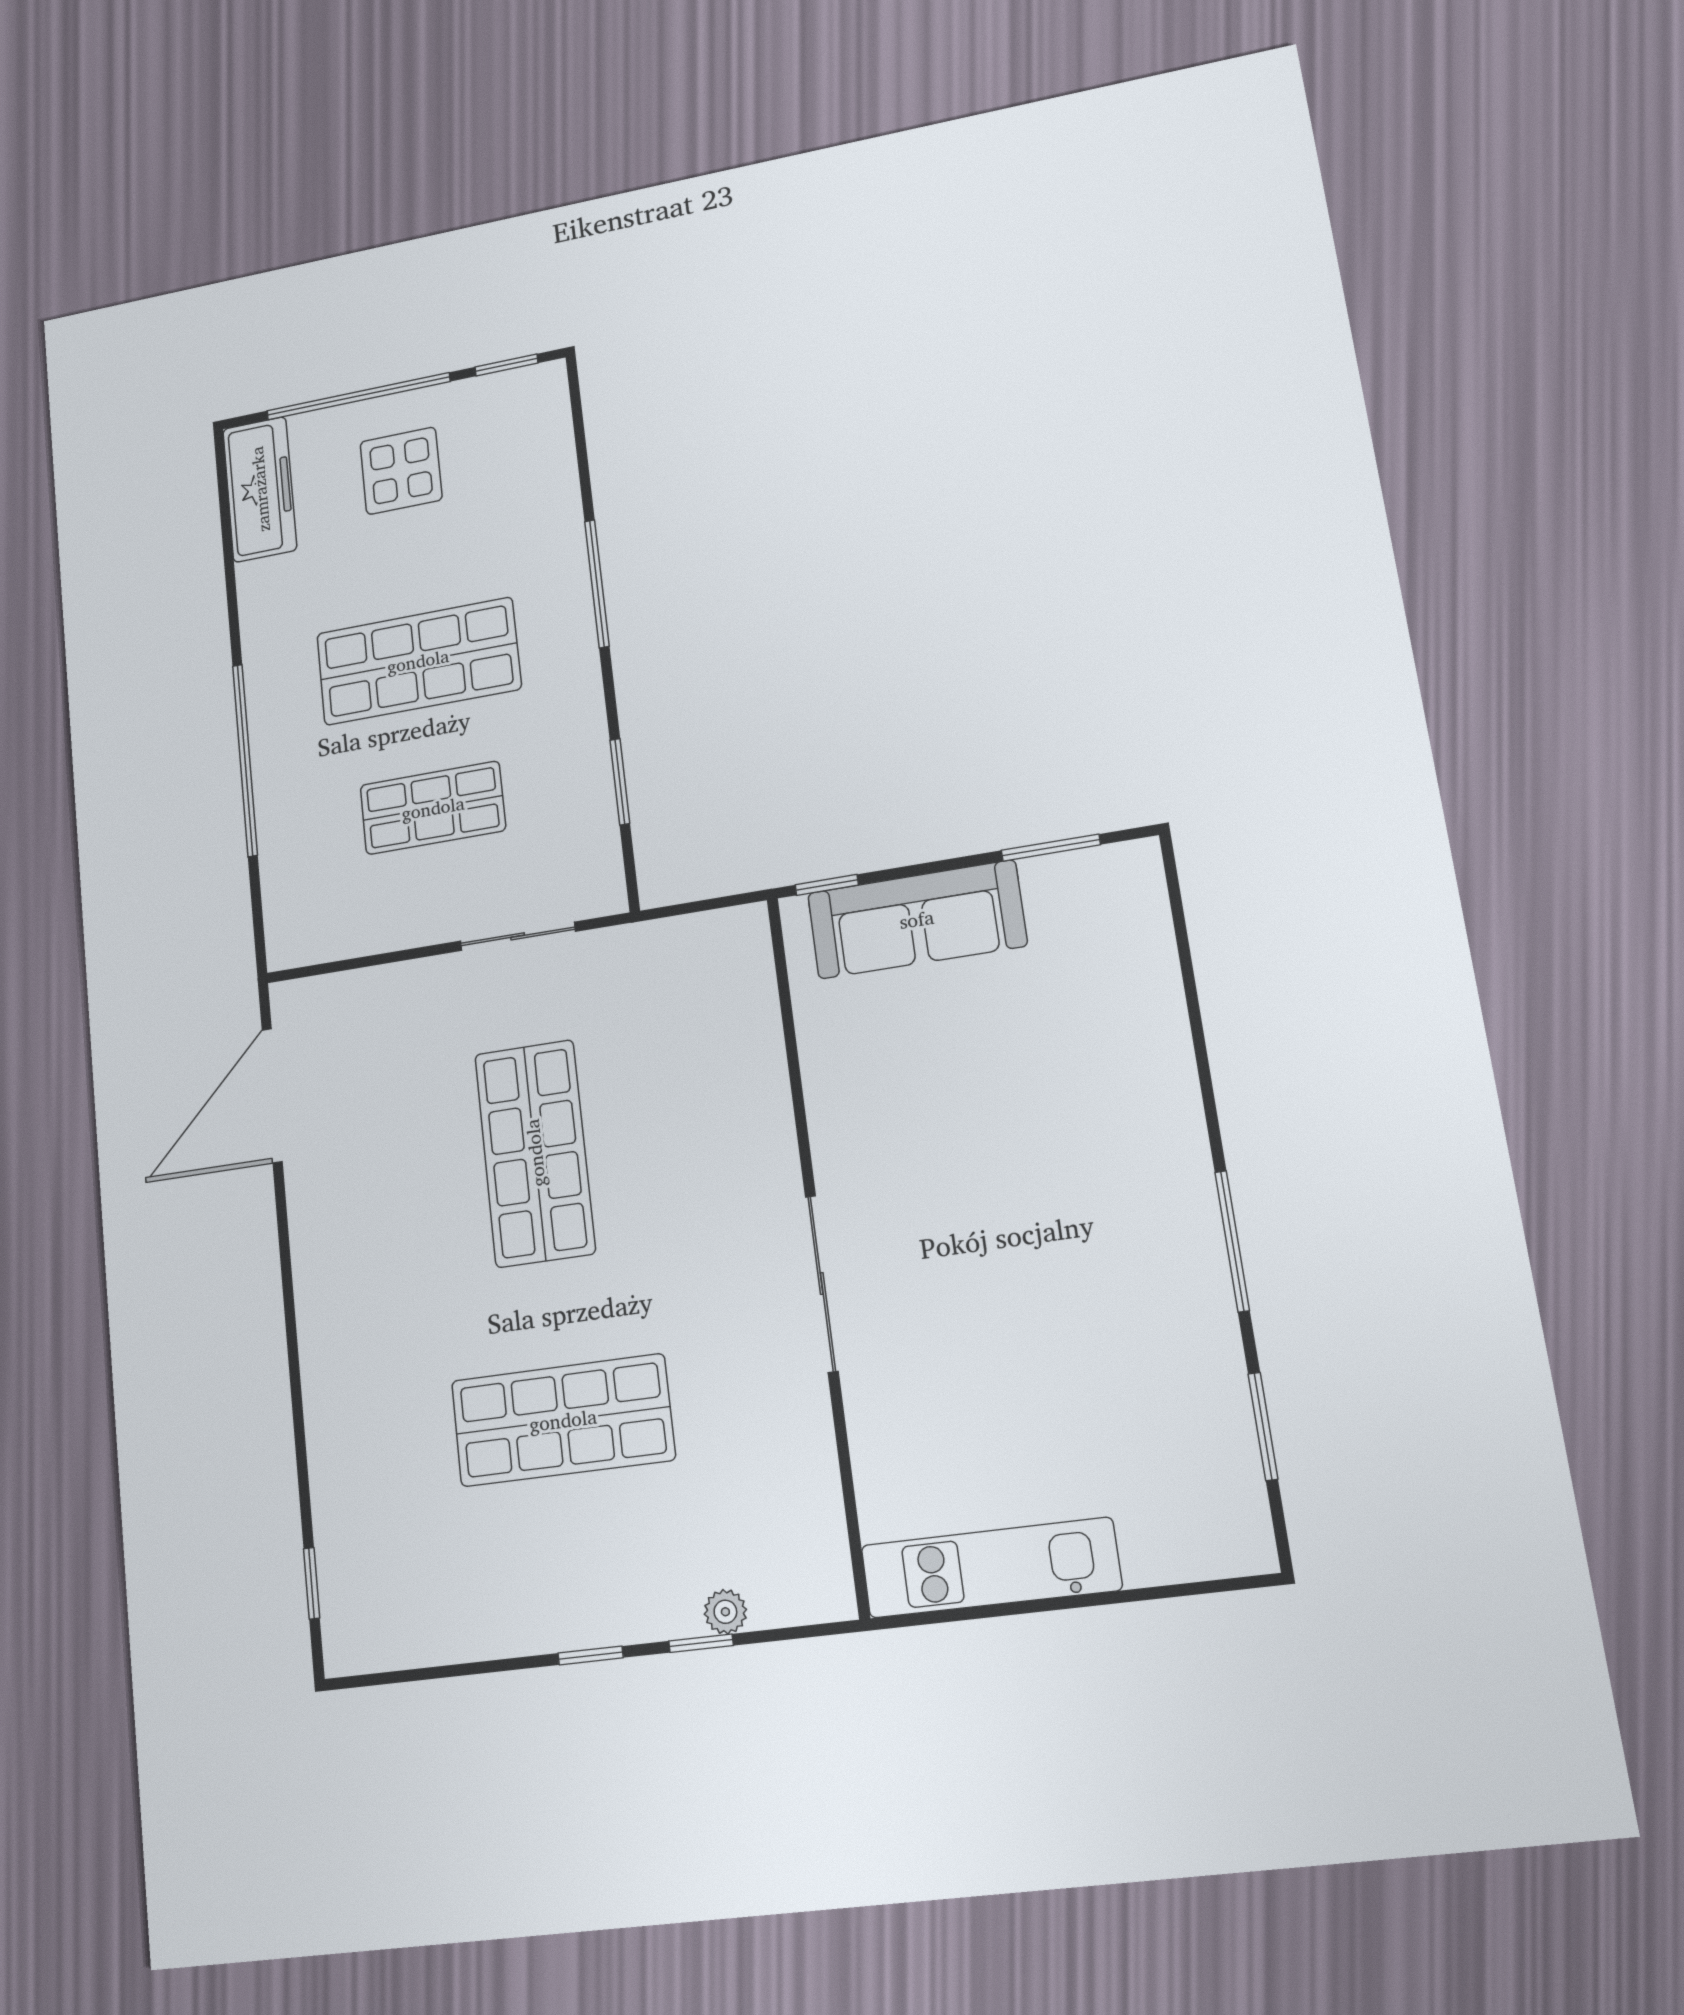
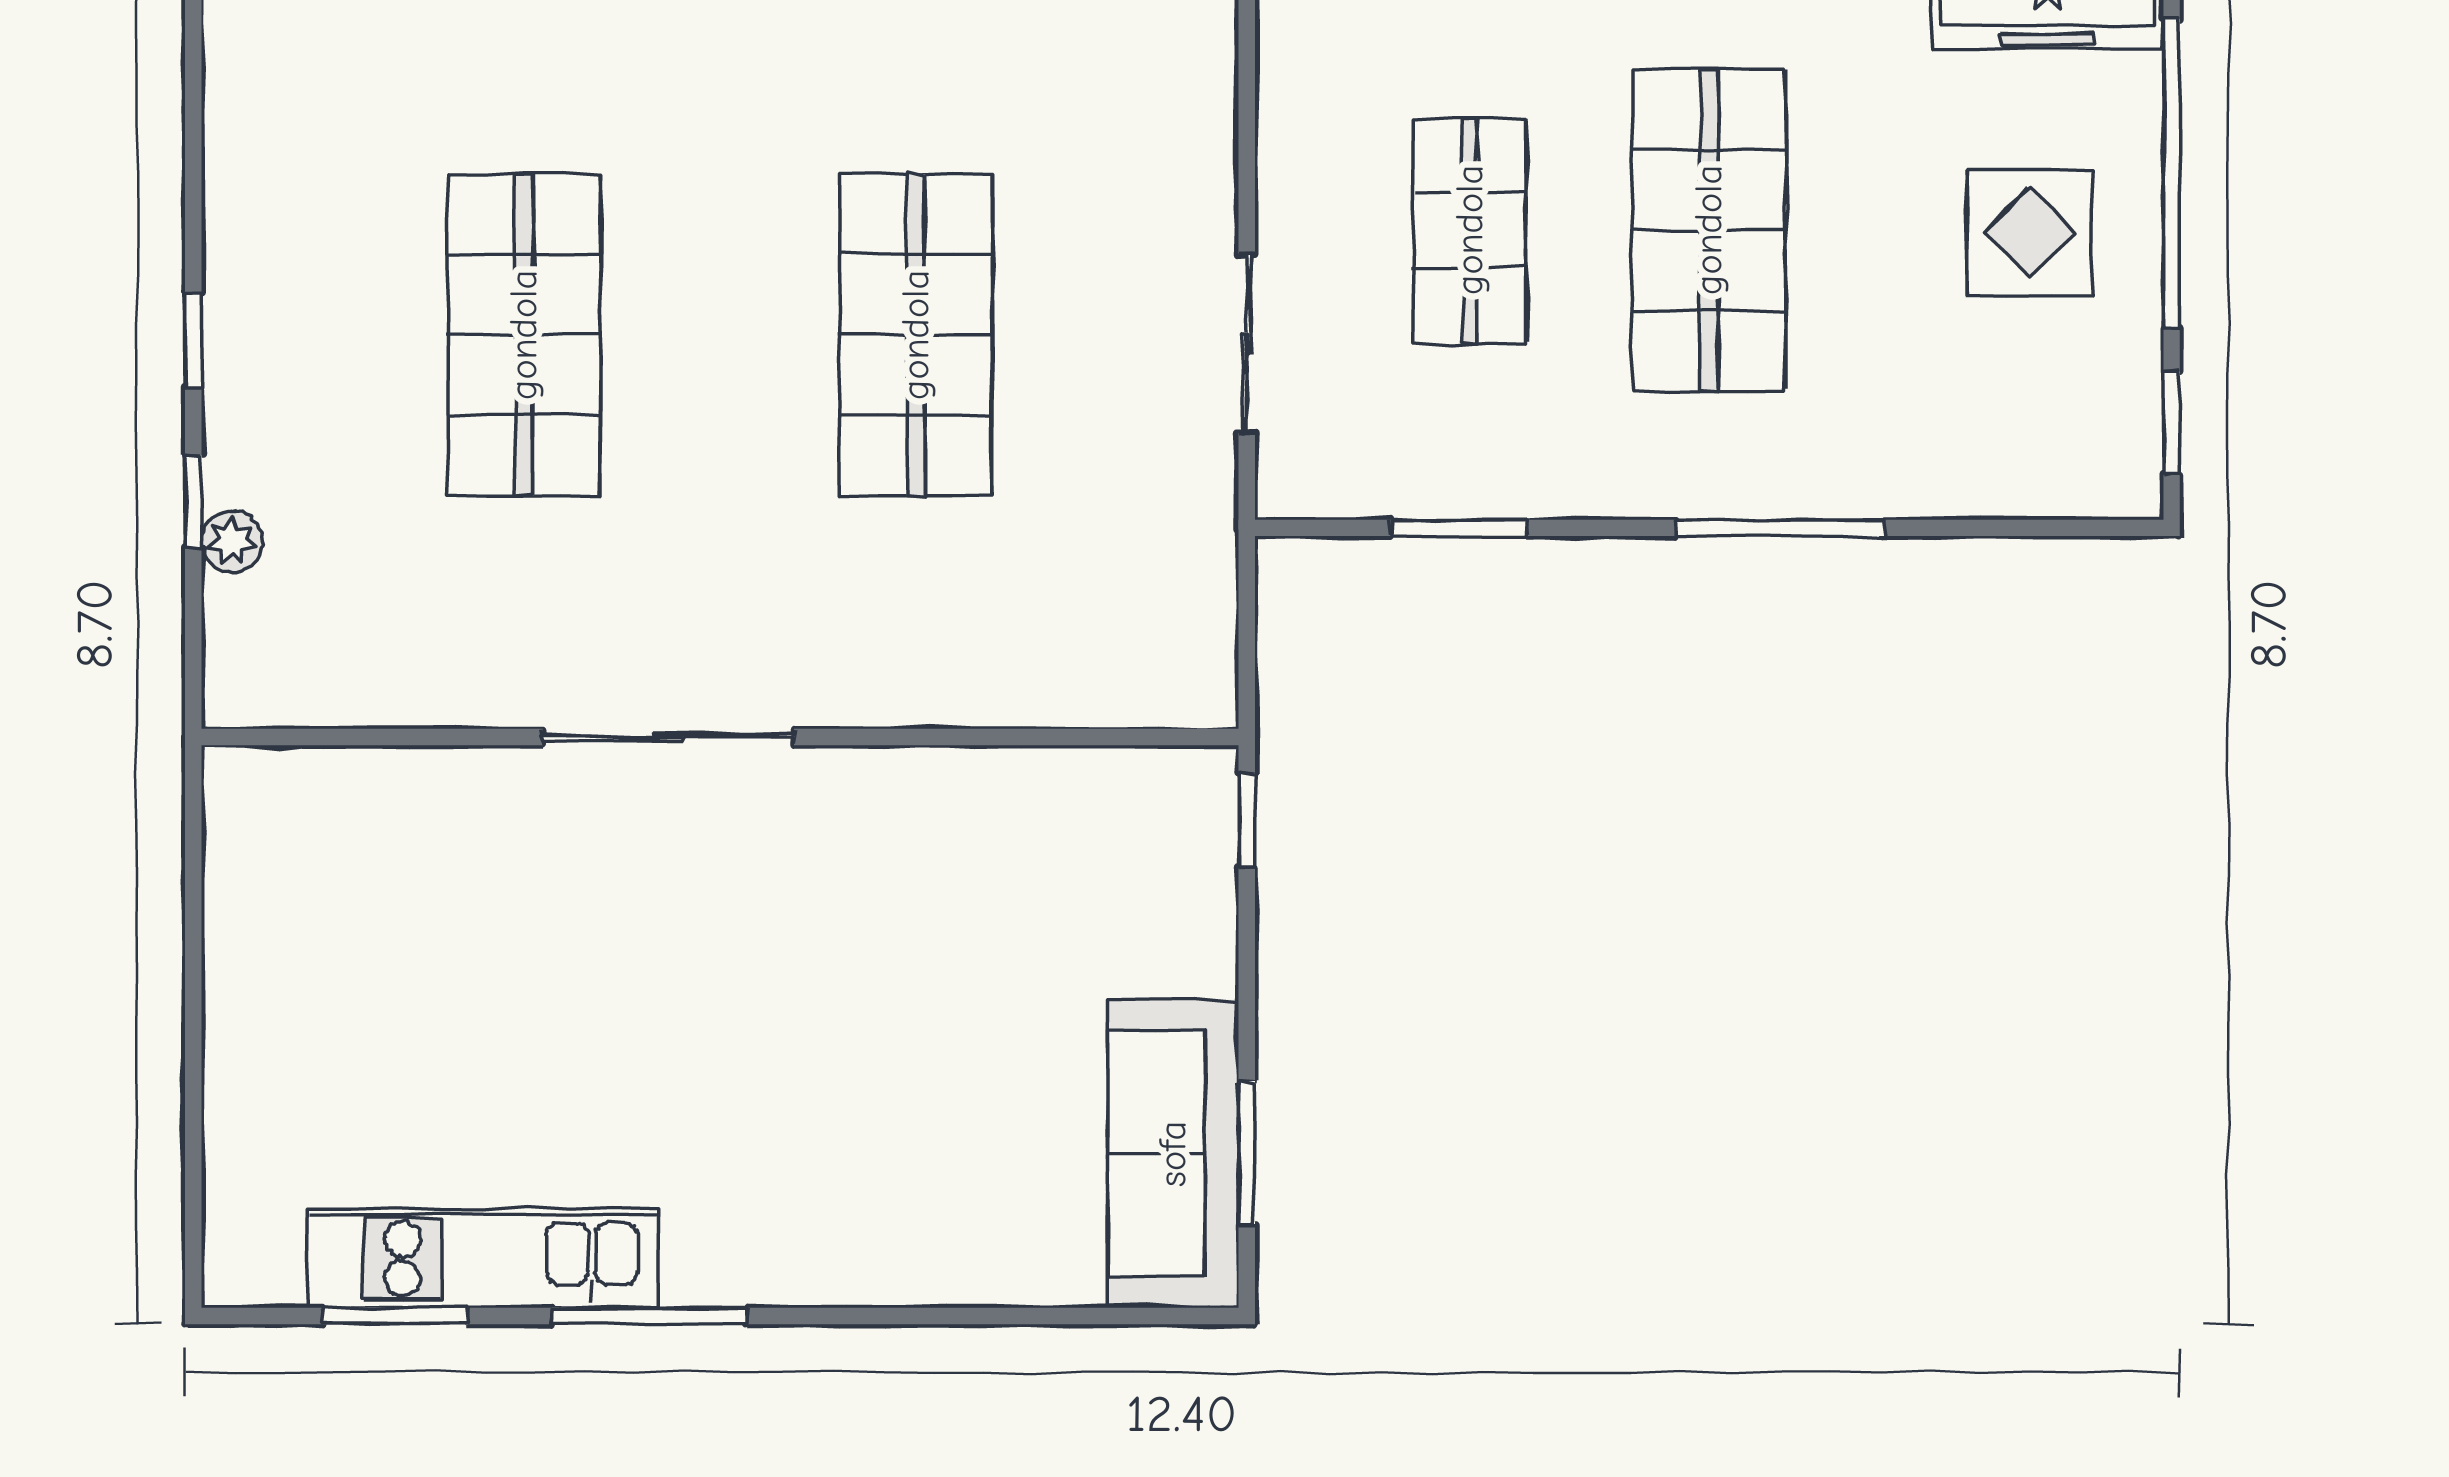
sofa: (917, 919) -> (1173, 1154), moved
shop shelf: (535, 1153) -> (916, 335), turned 90
kitchen unit: (991, 1568) -> (483, 1259), moved, turned -90

